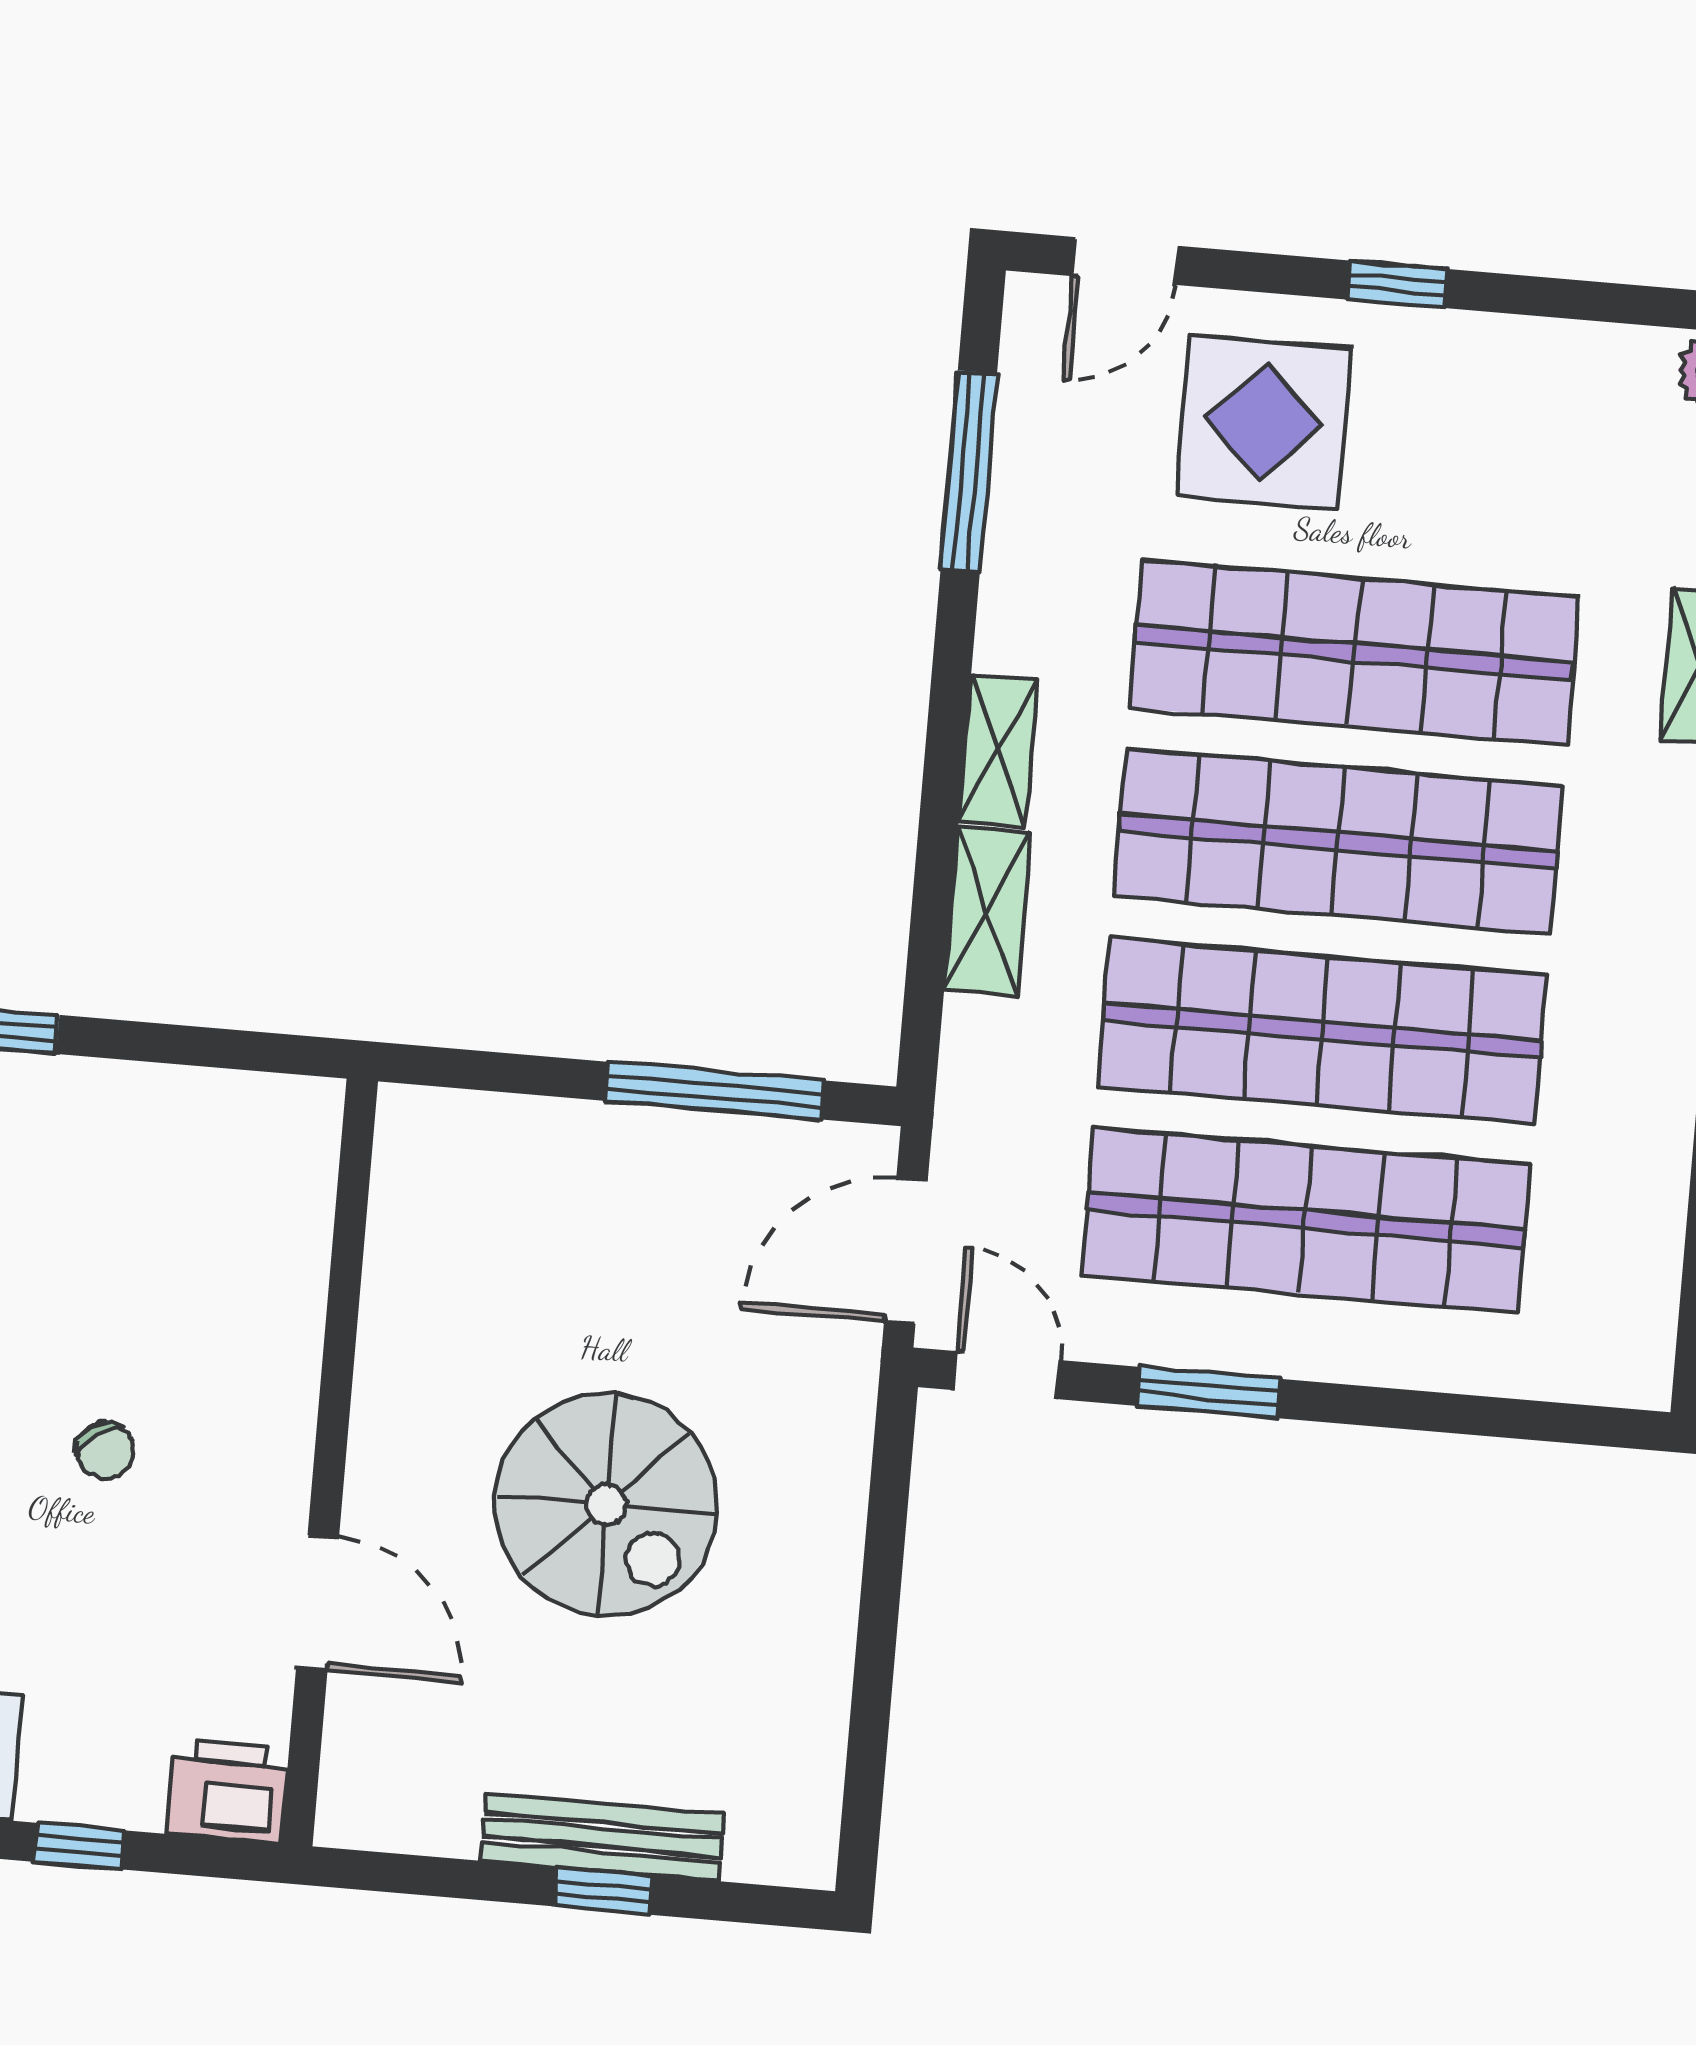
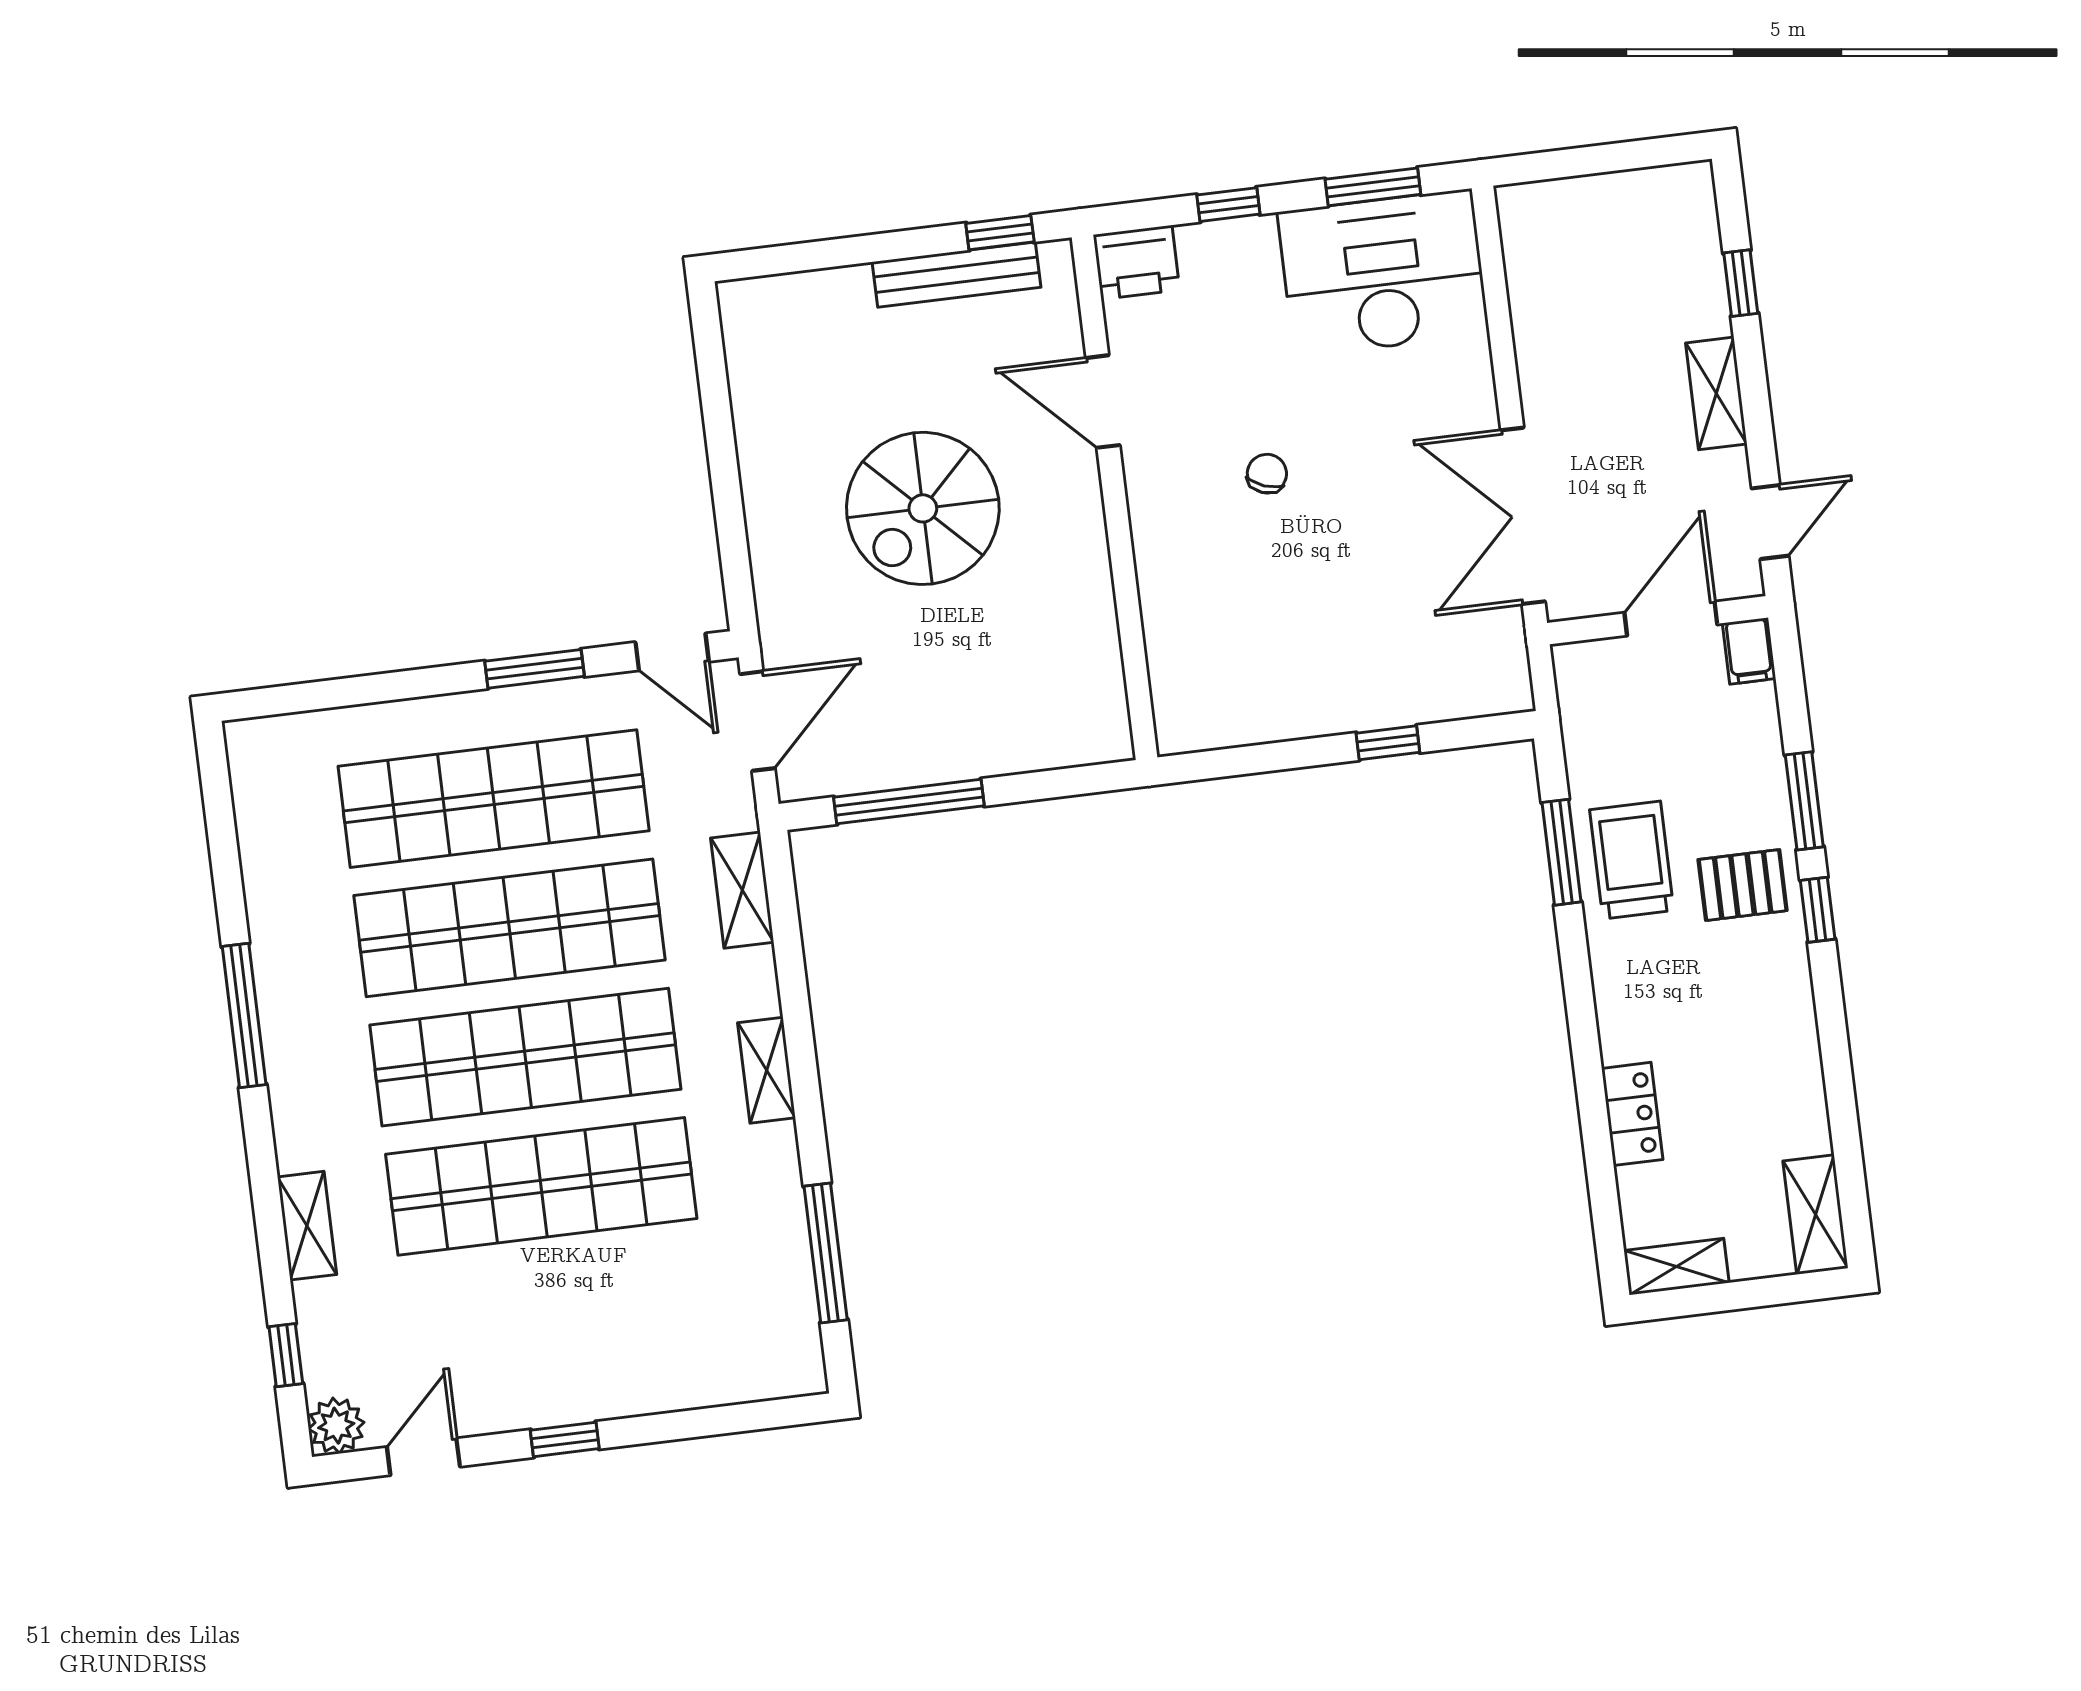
door: (1125, 261) -> (423, 1457), moved
display table: (1264, 422) -> (635, 1328), removed
shelving: (987, 911) -> (742, 890), moved
chair: (105, 1451) -> (1267, 474), turned 53
spiral stairs: (606, 1504) -> (923, 508), turned -90
bench: (602, 1838) -> (956, 275), moved
window: (603, 1891) -> (1000, 233), moved

